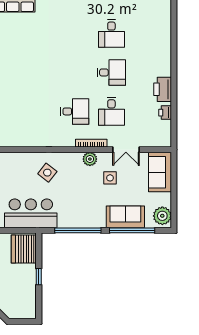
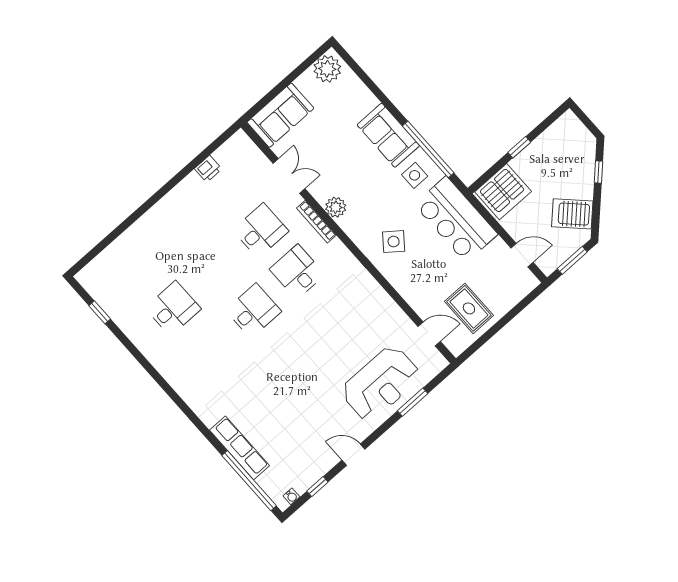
desk: (111, 72) -> (253, 311), moved, turned 90
printer: (163, 89) -> (185, 195), removed
side table: (110, 178) -> (415, 175), moved
sofa: (125, 217) -> (388, 135), moved
window: (132, 230) -> (374, 88), removed

